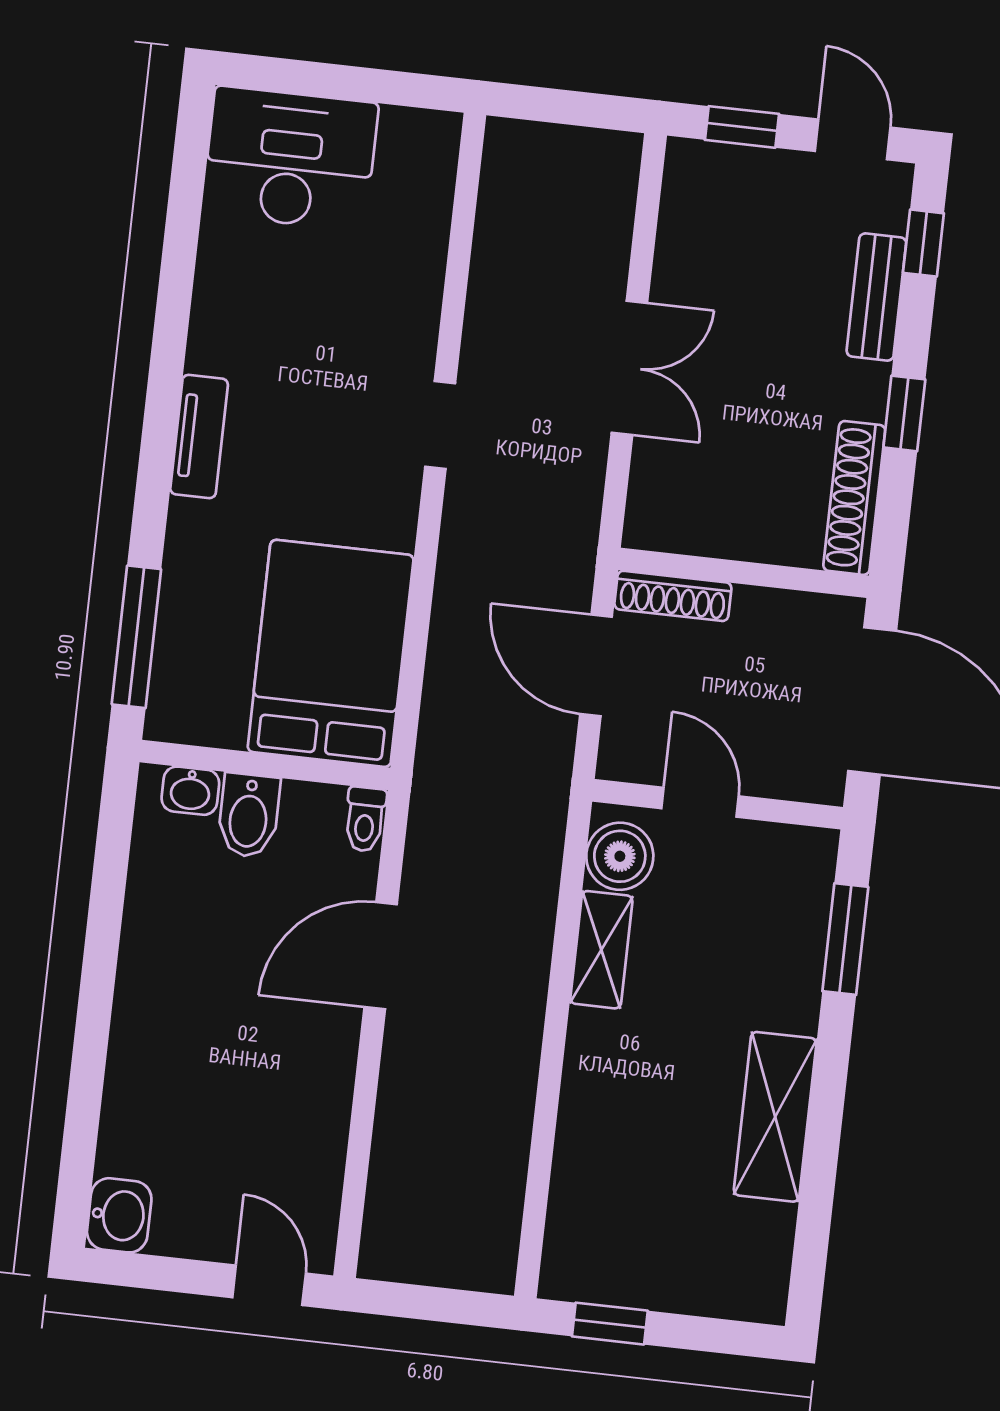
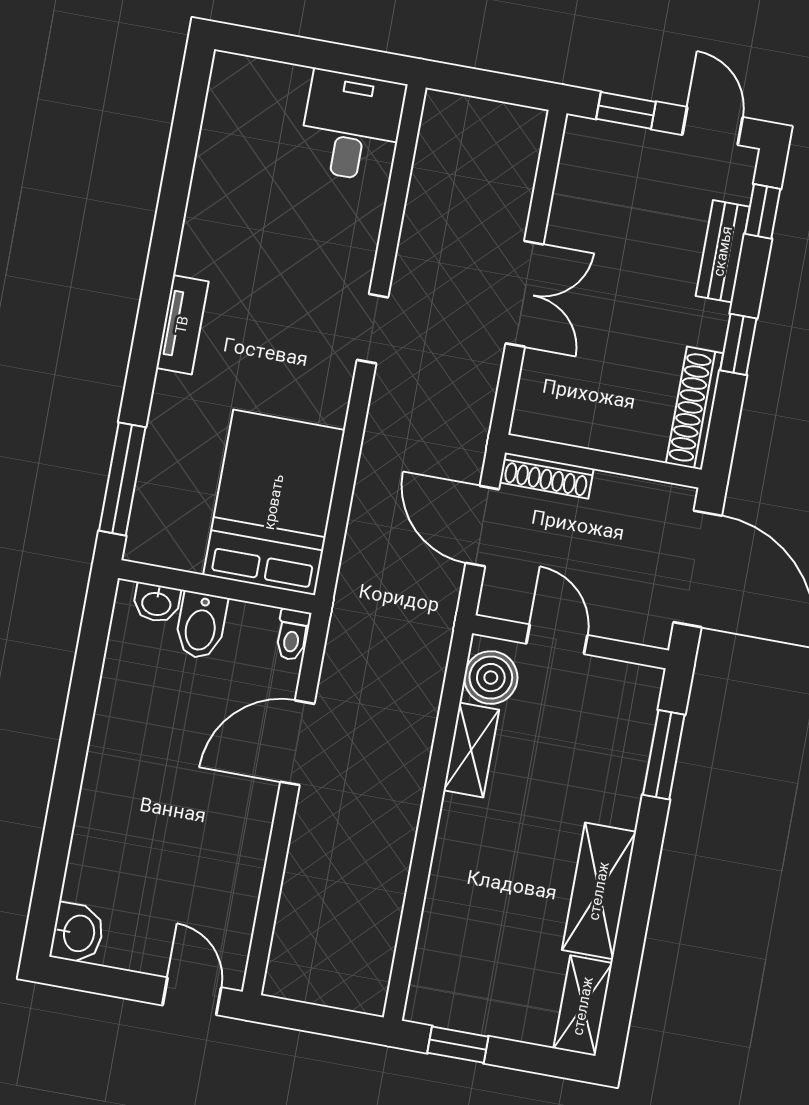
desk: (290, 159) -> (352, 126), moved, width x0.73
shelving: (765, 1263) -> (583, 1006), added

